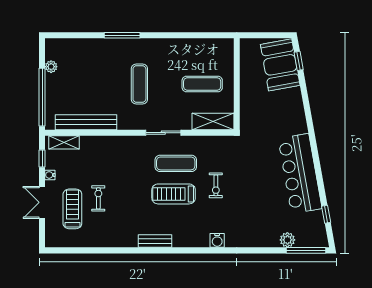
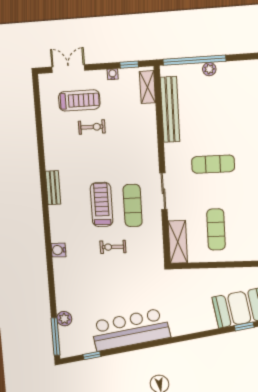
plant: (51, 67) -> (209, 69), moved
double door: (42, 202) -> (68, 69), moved

